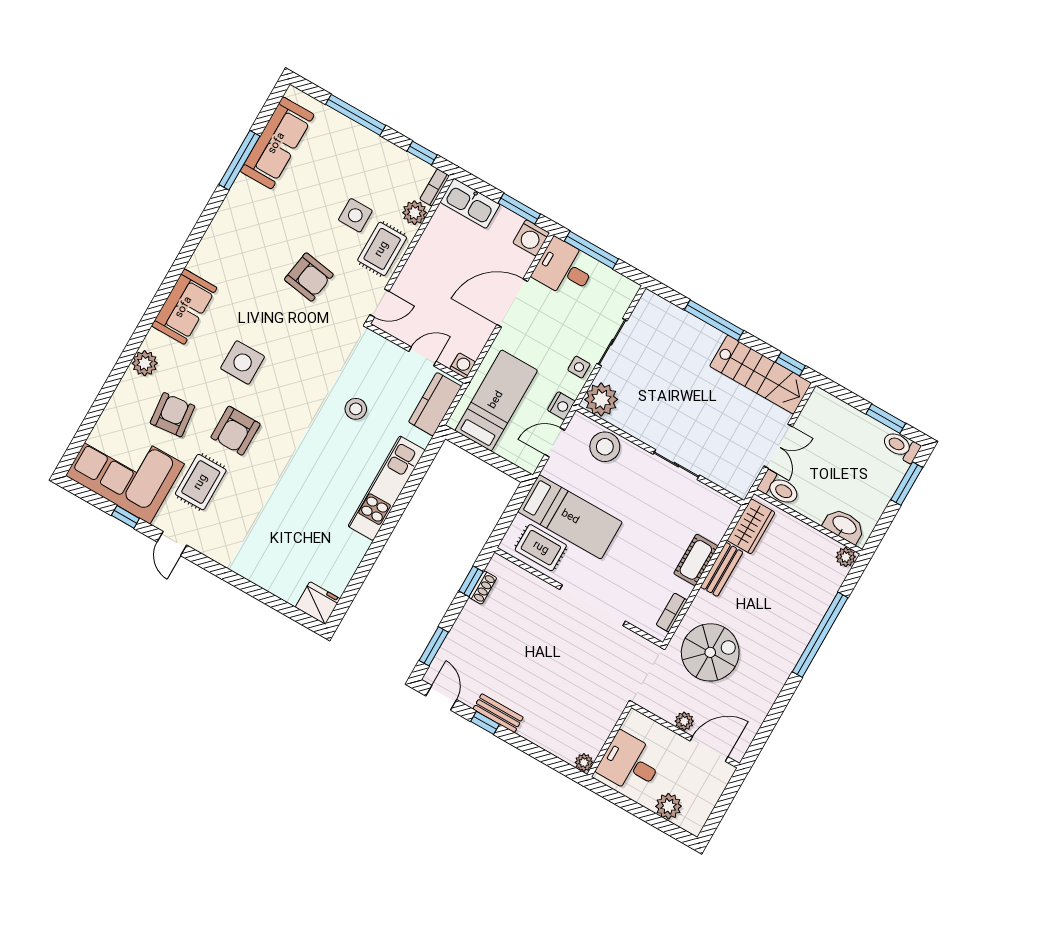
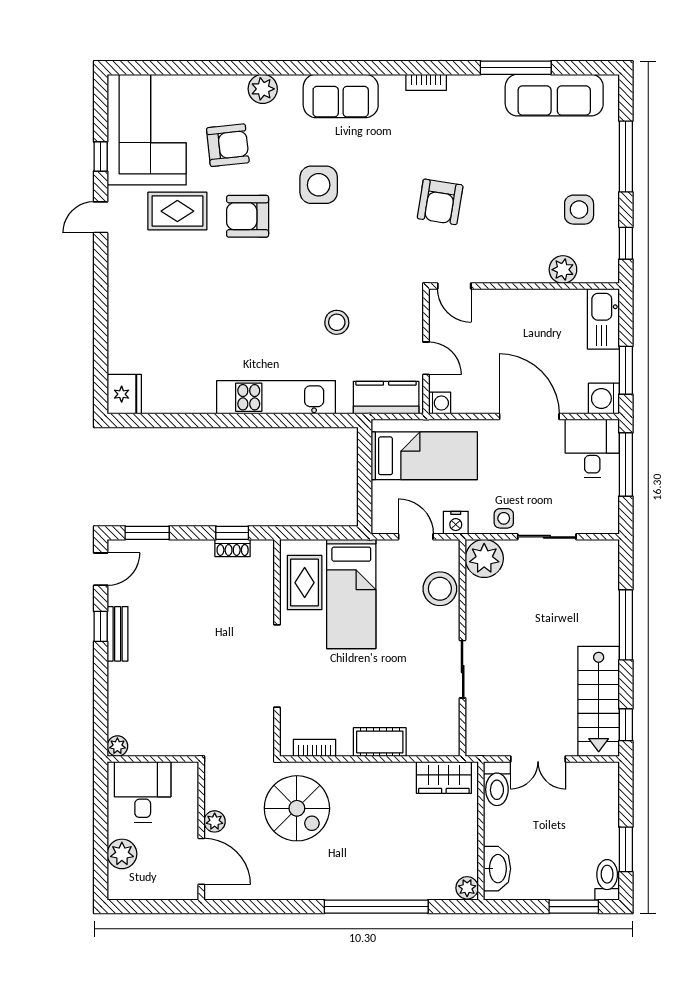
bookcase: (435, 187) -> (426, 82), moved, turned 180
side table: (355, 215) -> (579, 210), moved
rug: (382, 249) -> (509, 258), removed
bench: (722, 569) -> (385, 773), removed

